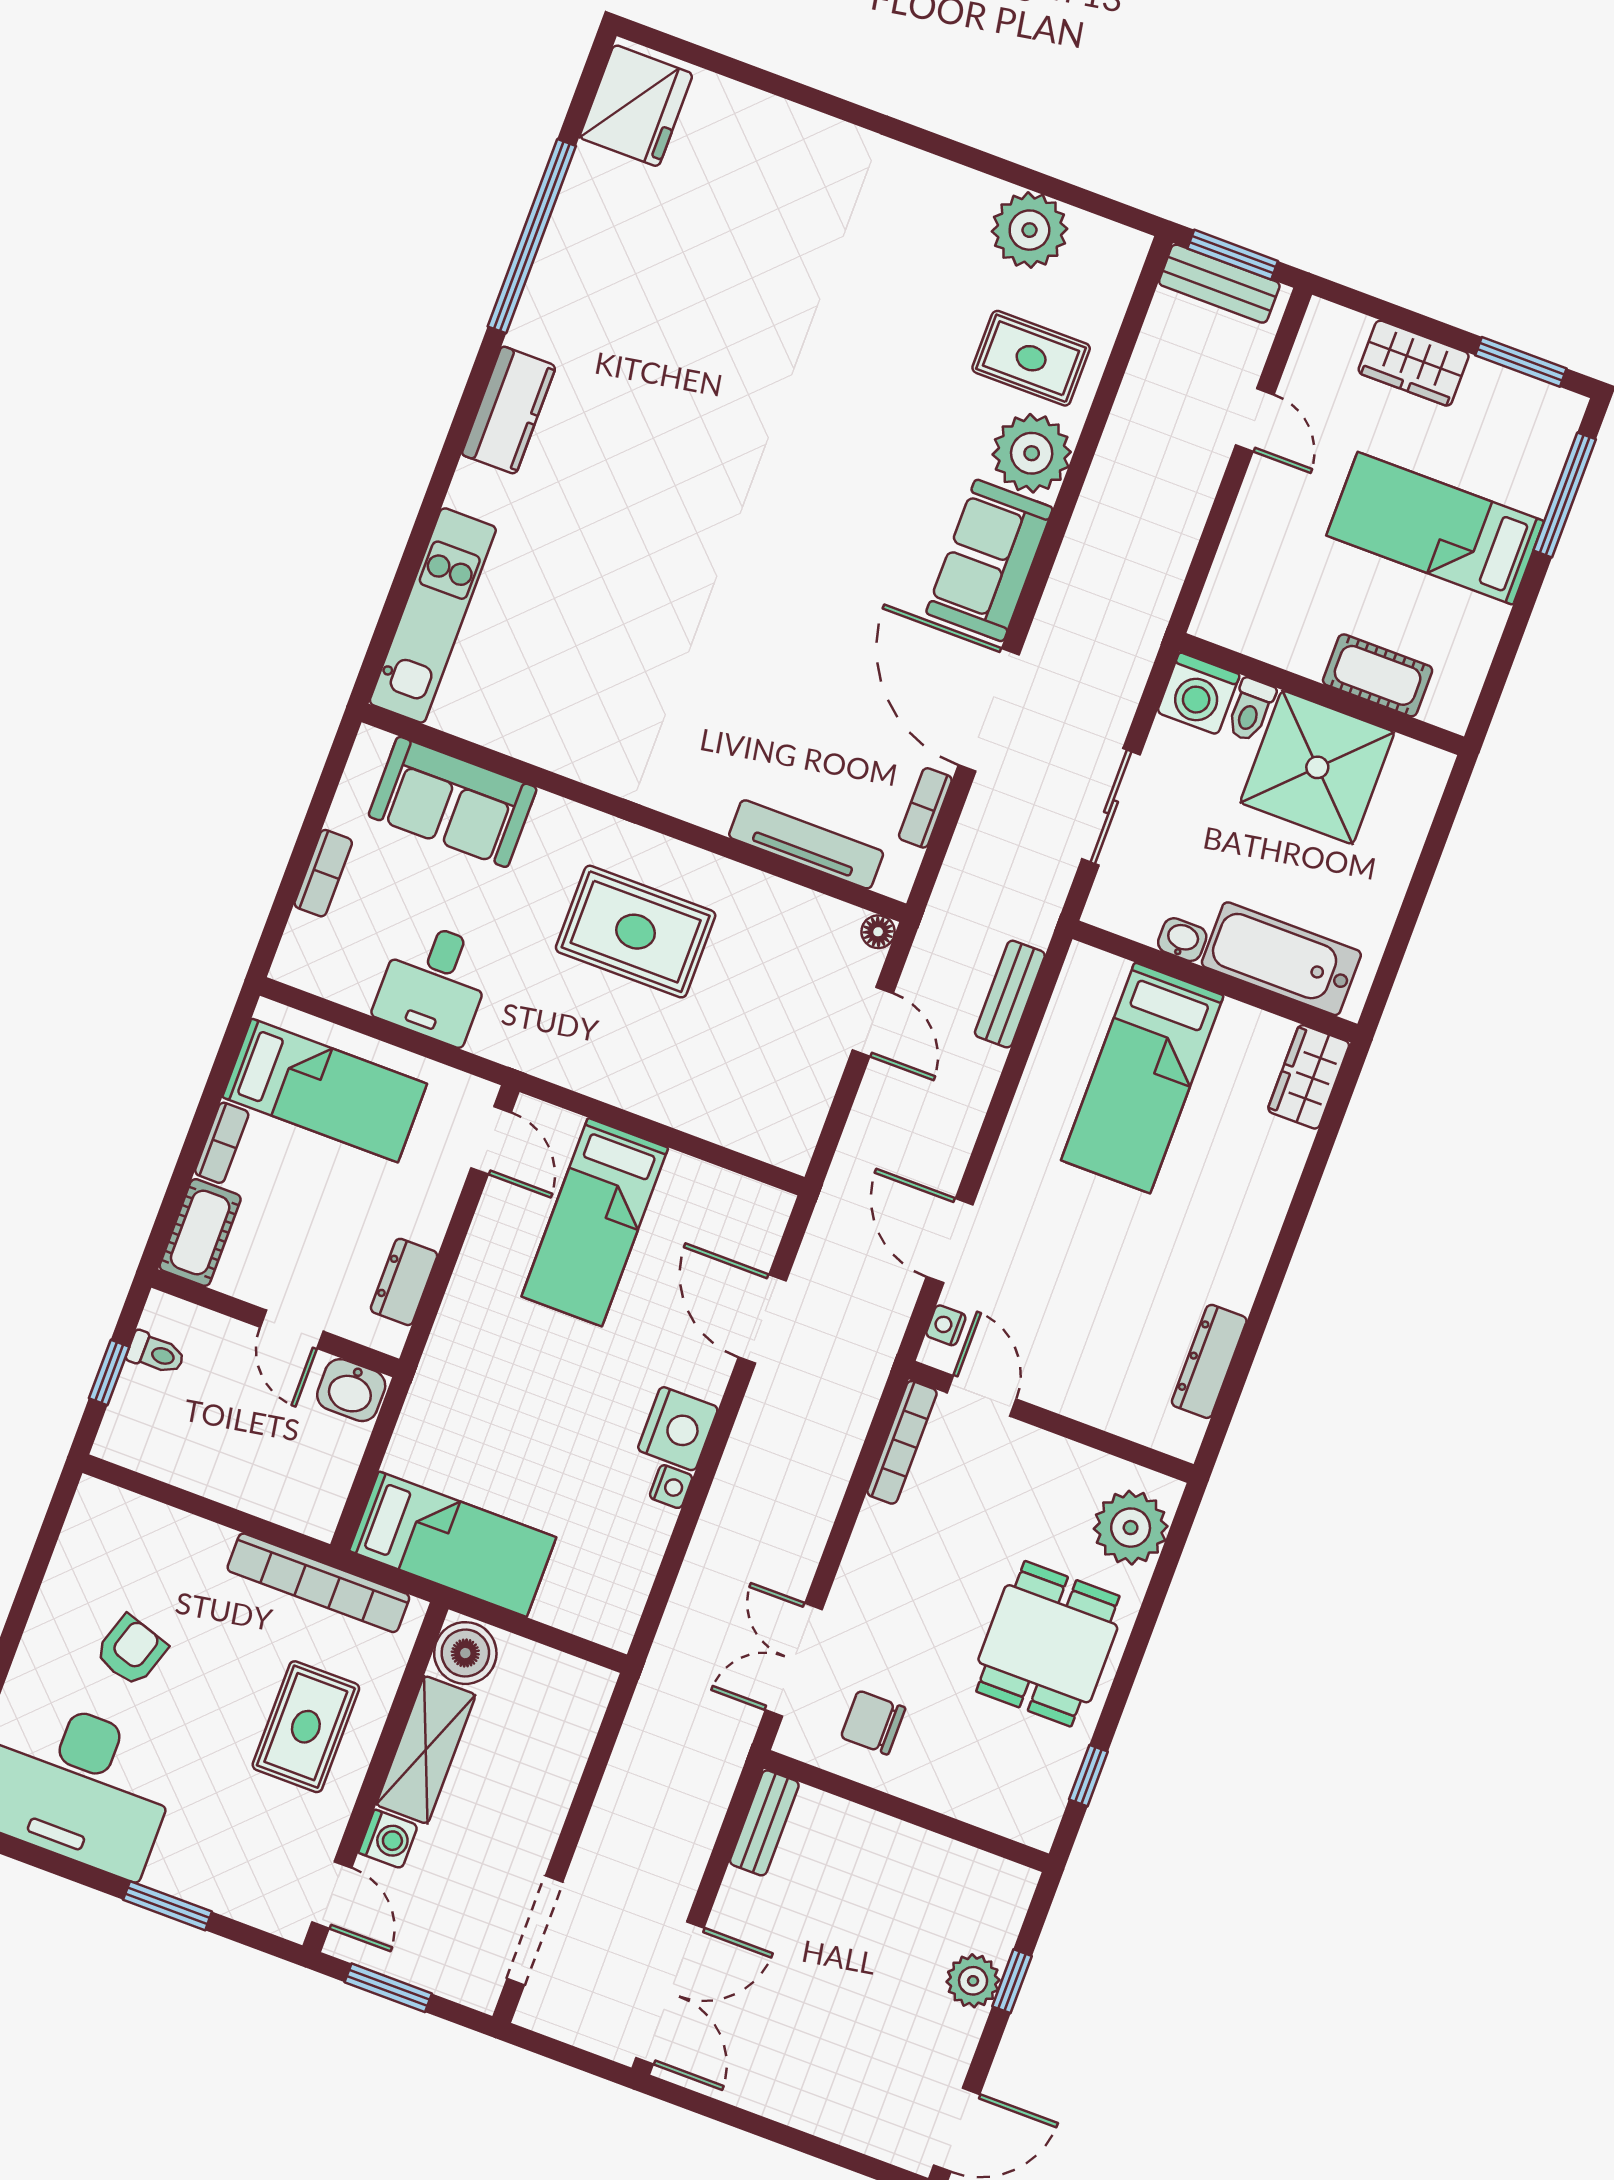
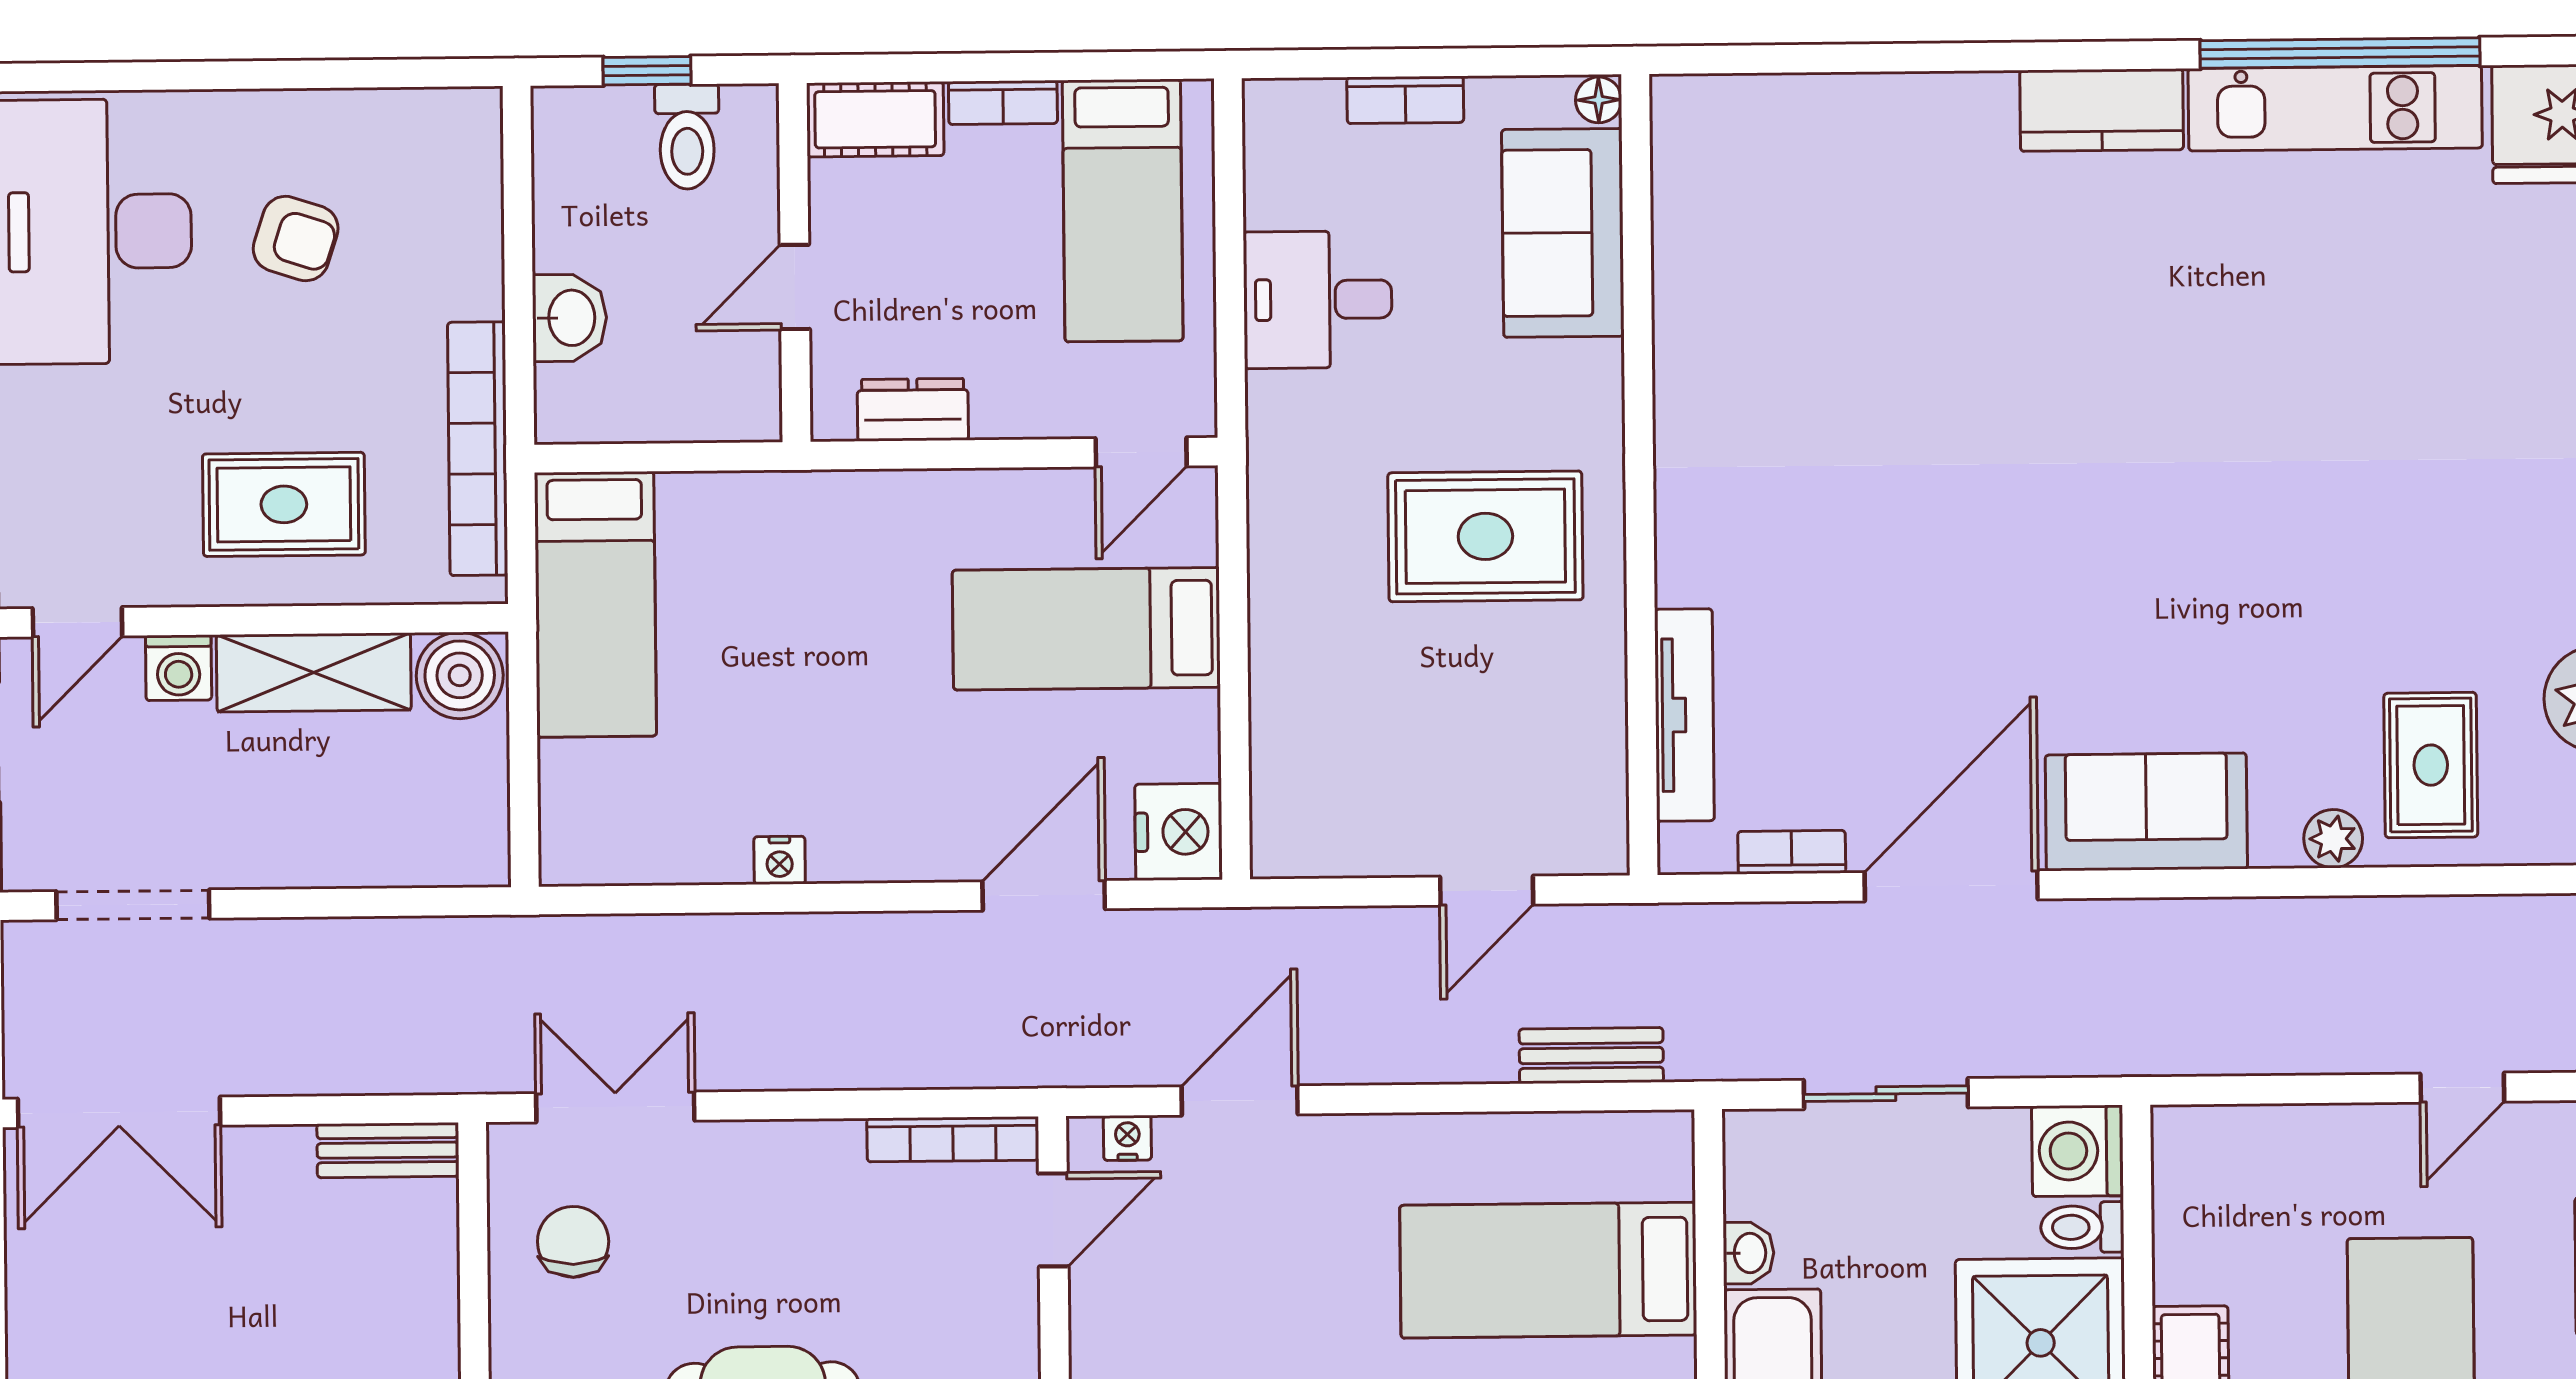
plant: (1032, 453) -> (2333, 839), width x0.53, depth x0.53
kitchen unit: (433, 615) -> (2335, 108), moved
rug: (636, 932) -> (1485, 536), turned 90
floor lamp: (878, 932) -> (1599, 100), moved
toilet: (156, 1353) -> (687, 137), width x1.37, depth x1.39
washbasin: (351, 1390) -> (570, 318), moved, turned 180
nightstand: (678, 1429) -> (1179, 832), moved, turned -90

